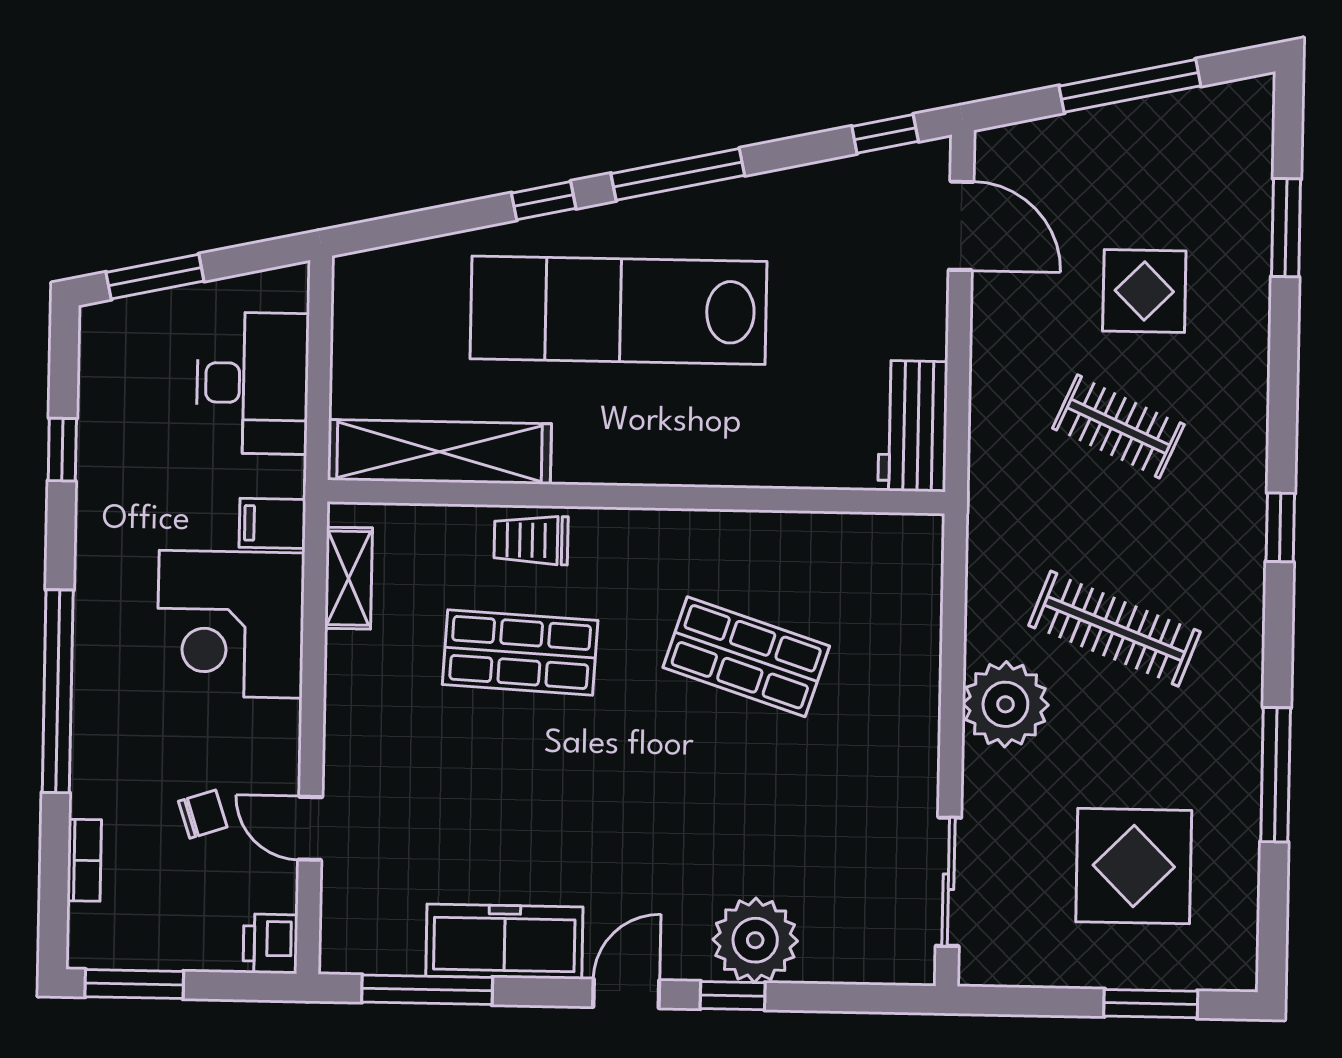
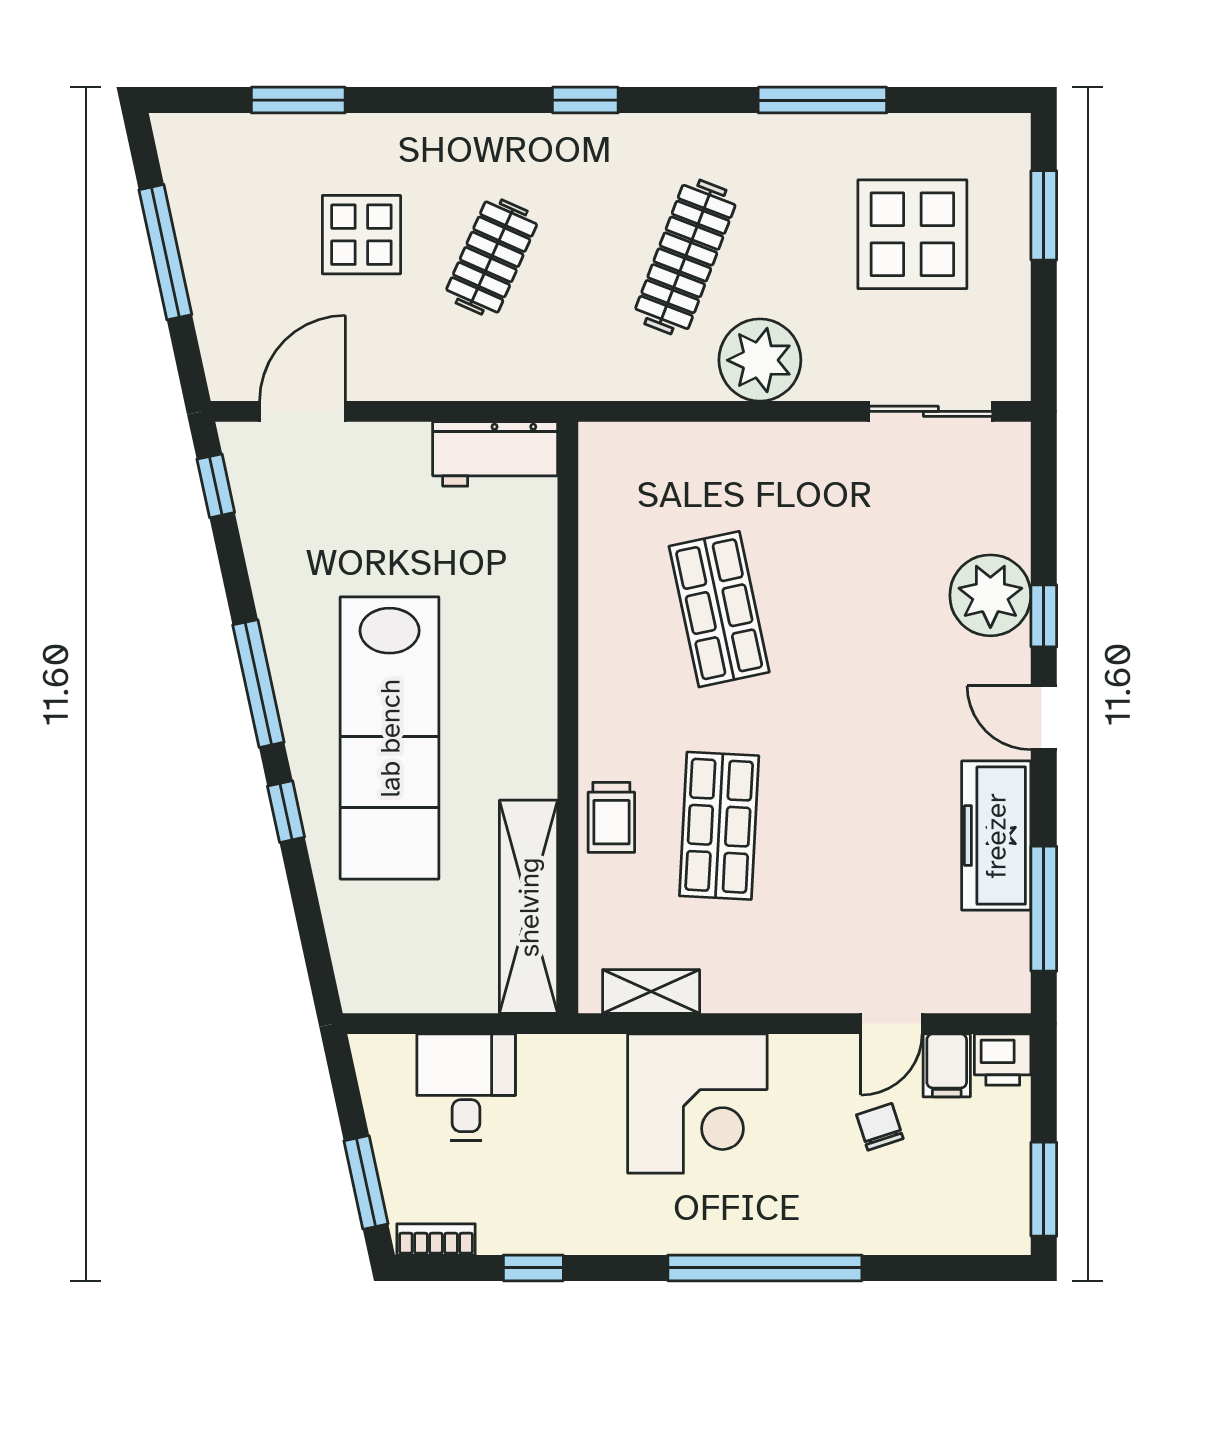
desk: (253, 383) -> (466, 1087), width x0.73
filing cabinet: (272, 523) -> (947, 1065), moved
shop shelf: (746, 657) -> (719, 609), turned -30
bookcase: (84, 860) -> (436, 1239), moved

